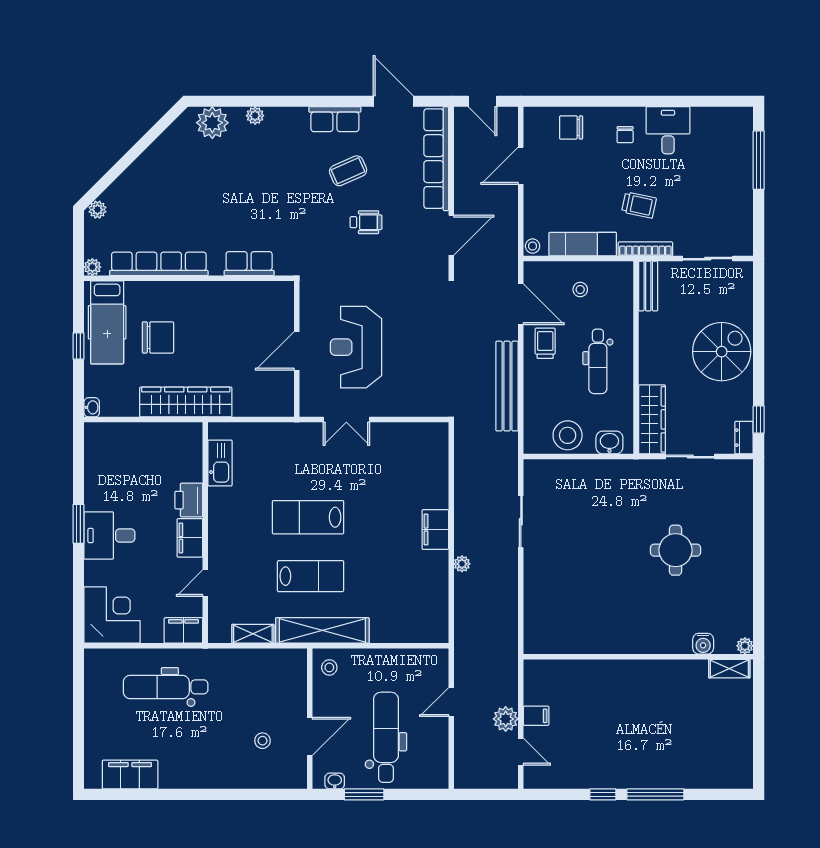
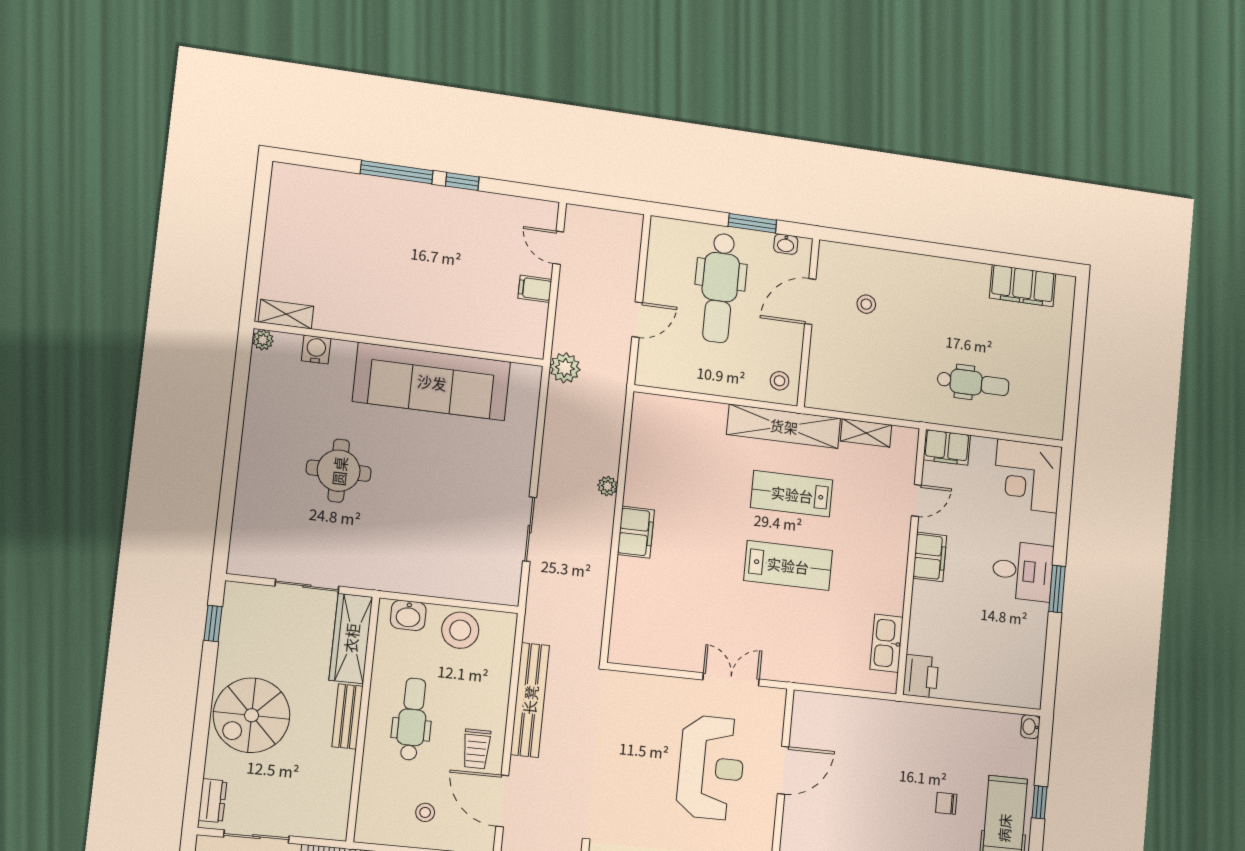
bench: (648, 286) -> (347, 716), moved
chair: (158, 337) -> (946, 803), width x0.54, depth x0.54
wardrobe: (186, 402) -> (920, 721), removed
dresser: (744, 438) -> (212, 801), moved
printer: (189, 500) -> (921, 676), moved
sofa: (610, 630) -> (432, 382), added
dental chair: (166, 687) -> (973, 383), width x0.73, depth x0.72
plant: (506, 719) -> (565, 368), moved

